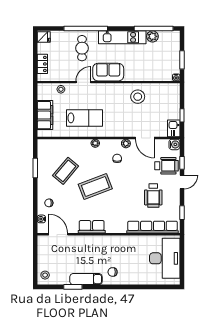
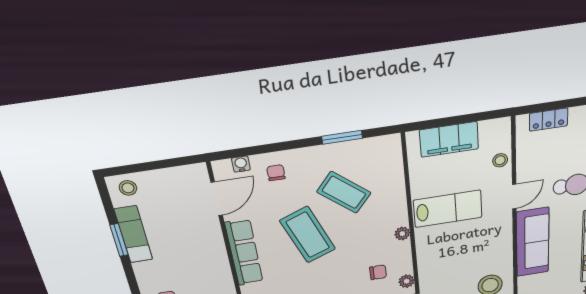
sofa: (108, 72) -> (533, 242), width x1.36
door: (83, 82) -> (514, 196), hinge flipped
lab bench: (85, 118) -> (448, 209), turned -90
coffee table: (95, 186) -> (308, 235), moved
row of seats: (92, 227) -> (244, 253), width x1.48
exam couch: (86, 279) -> (134, 234), moved

